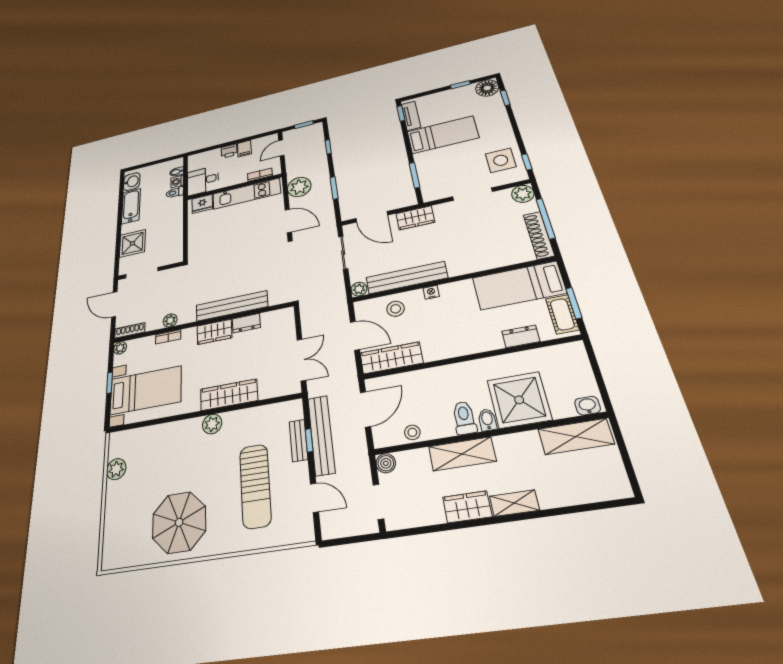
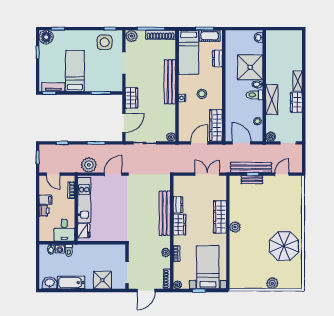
bench: (407, 278) -> (170, 82), moved
stool: (396, 309) -> (202, 94), moved
shelving: (576, 436) -> (272, 47), removed
plant: (116, 469) -> (272, 283), moved
sun lounger: (255, 486) -> (272, 204), removed

